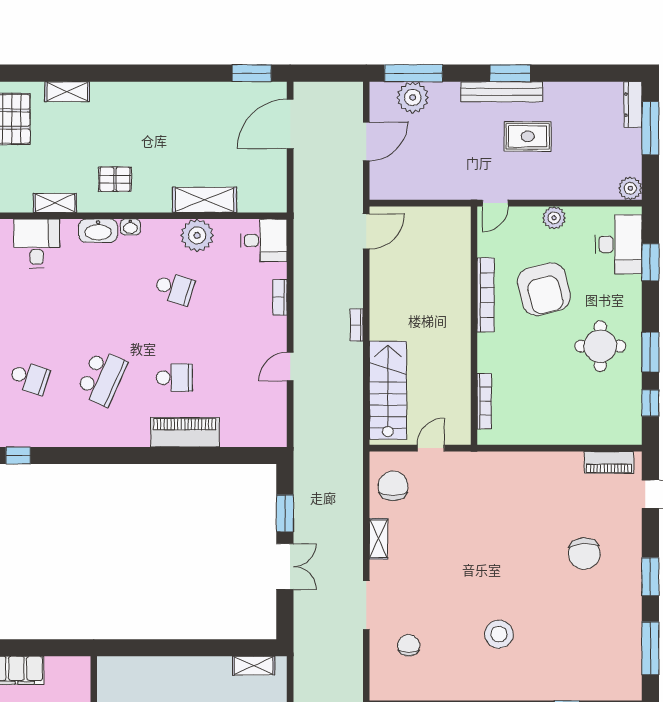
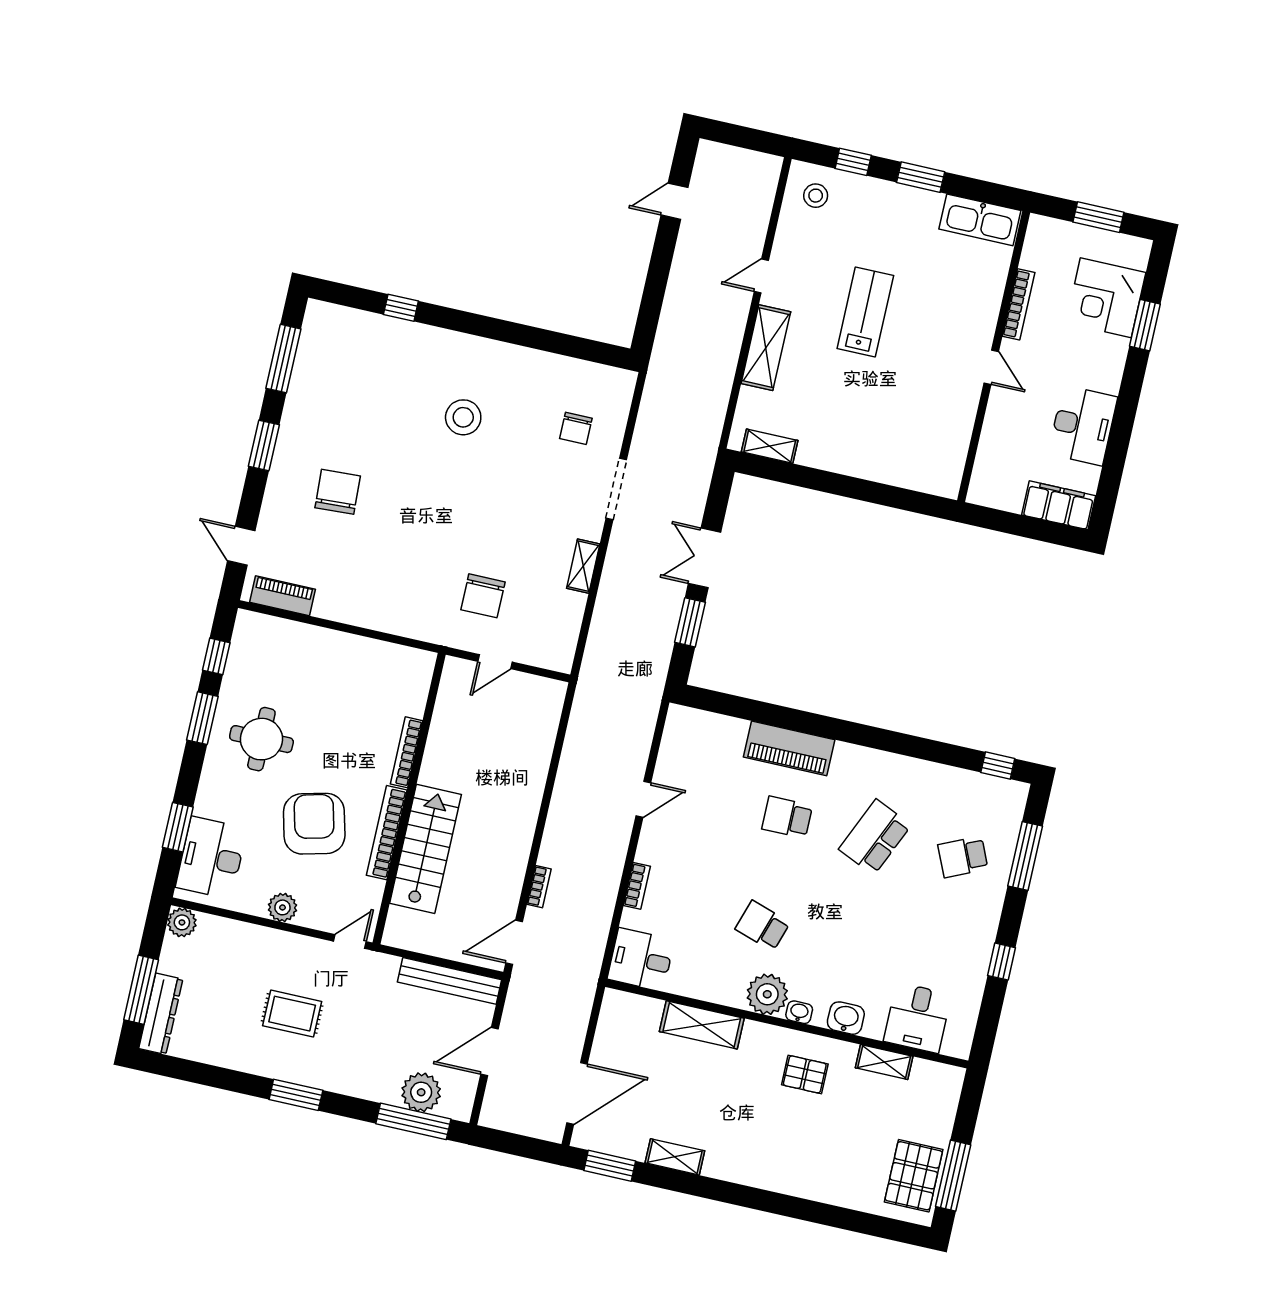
shelving: (67, 92) -> (675, 1157), moved
bench: (502, 92) -> (449, 981), moved
dresser: (633, 105) -> (161, 1014), width x1.37, depth x1.24
washbasin: (98, 231) -> (846, 1018), width x0.72
plant: (197, 235) -> (767, 994), moved
bookcase: (357, 325) -> (539, 887), moved
school desk: (29, 378) -> (963, 857), turned -42
stairs: (388, 390) -> (426, 849), moved, turned 180
bookcase: (484, 401) -> (406, 752), moved
chair: (393, 486) -> (483, 596), moved

